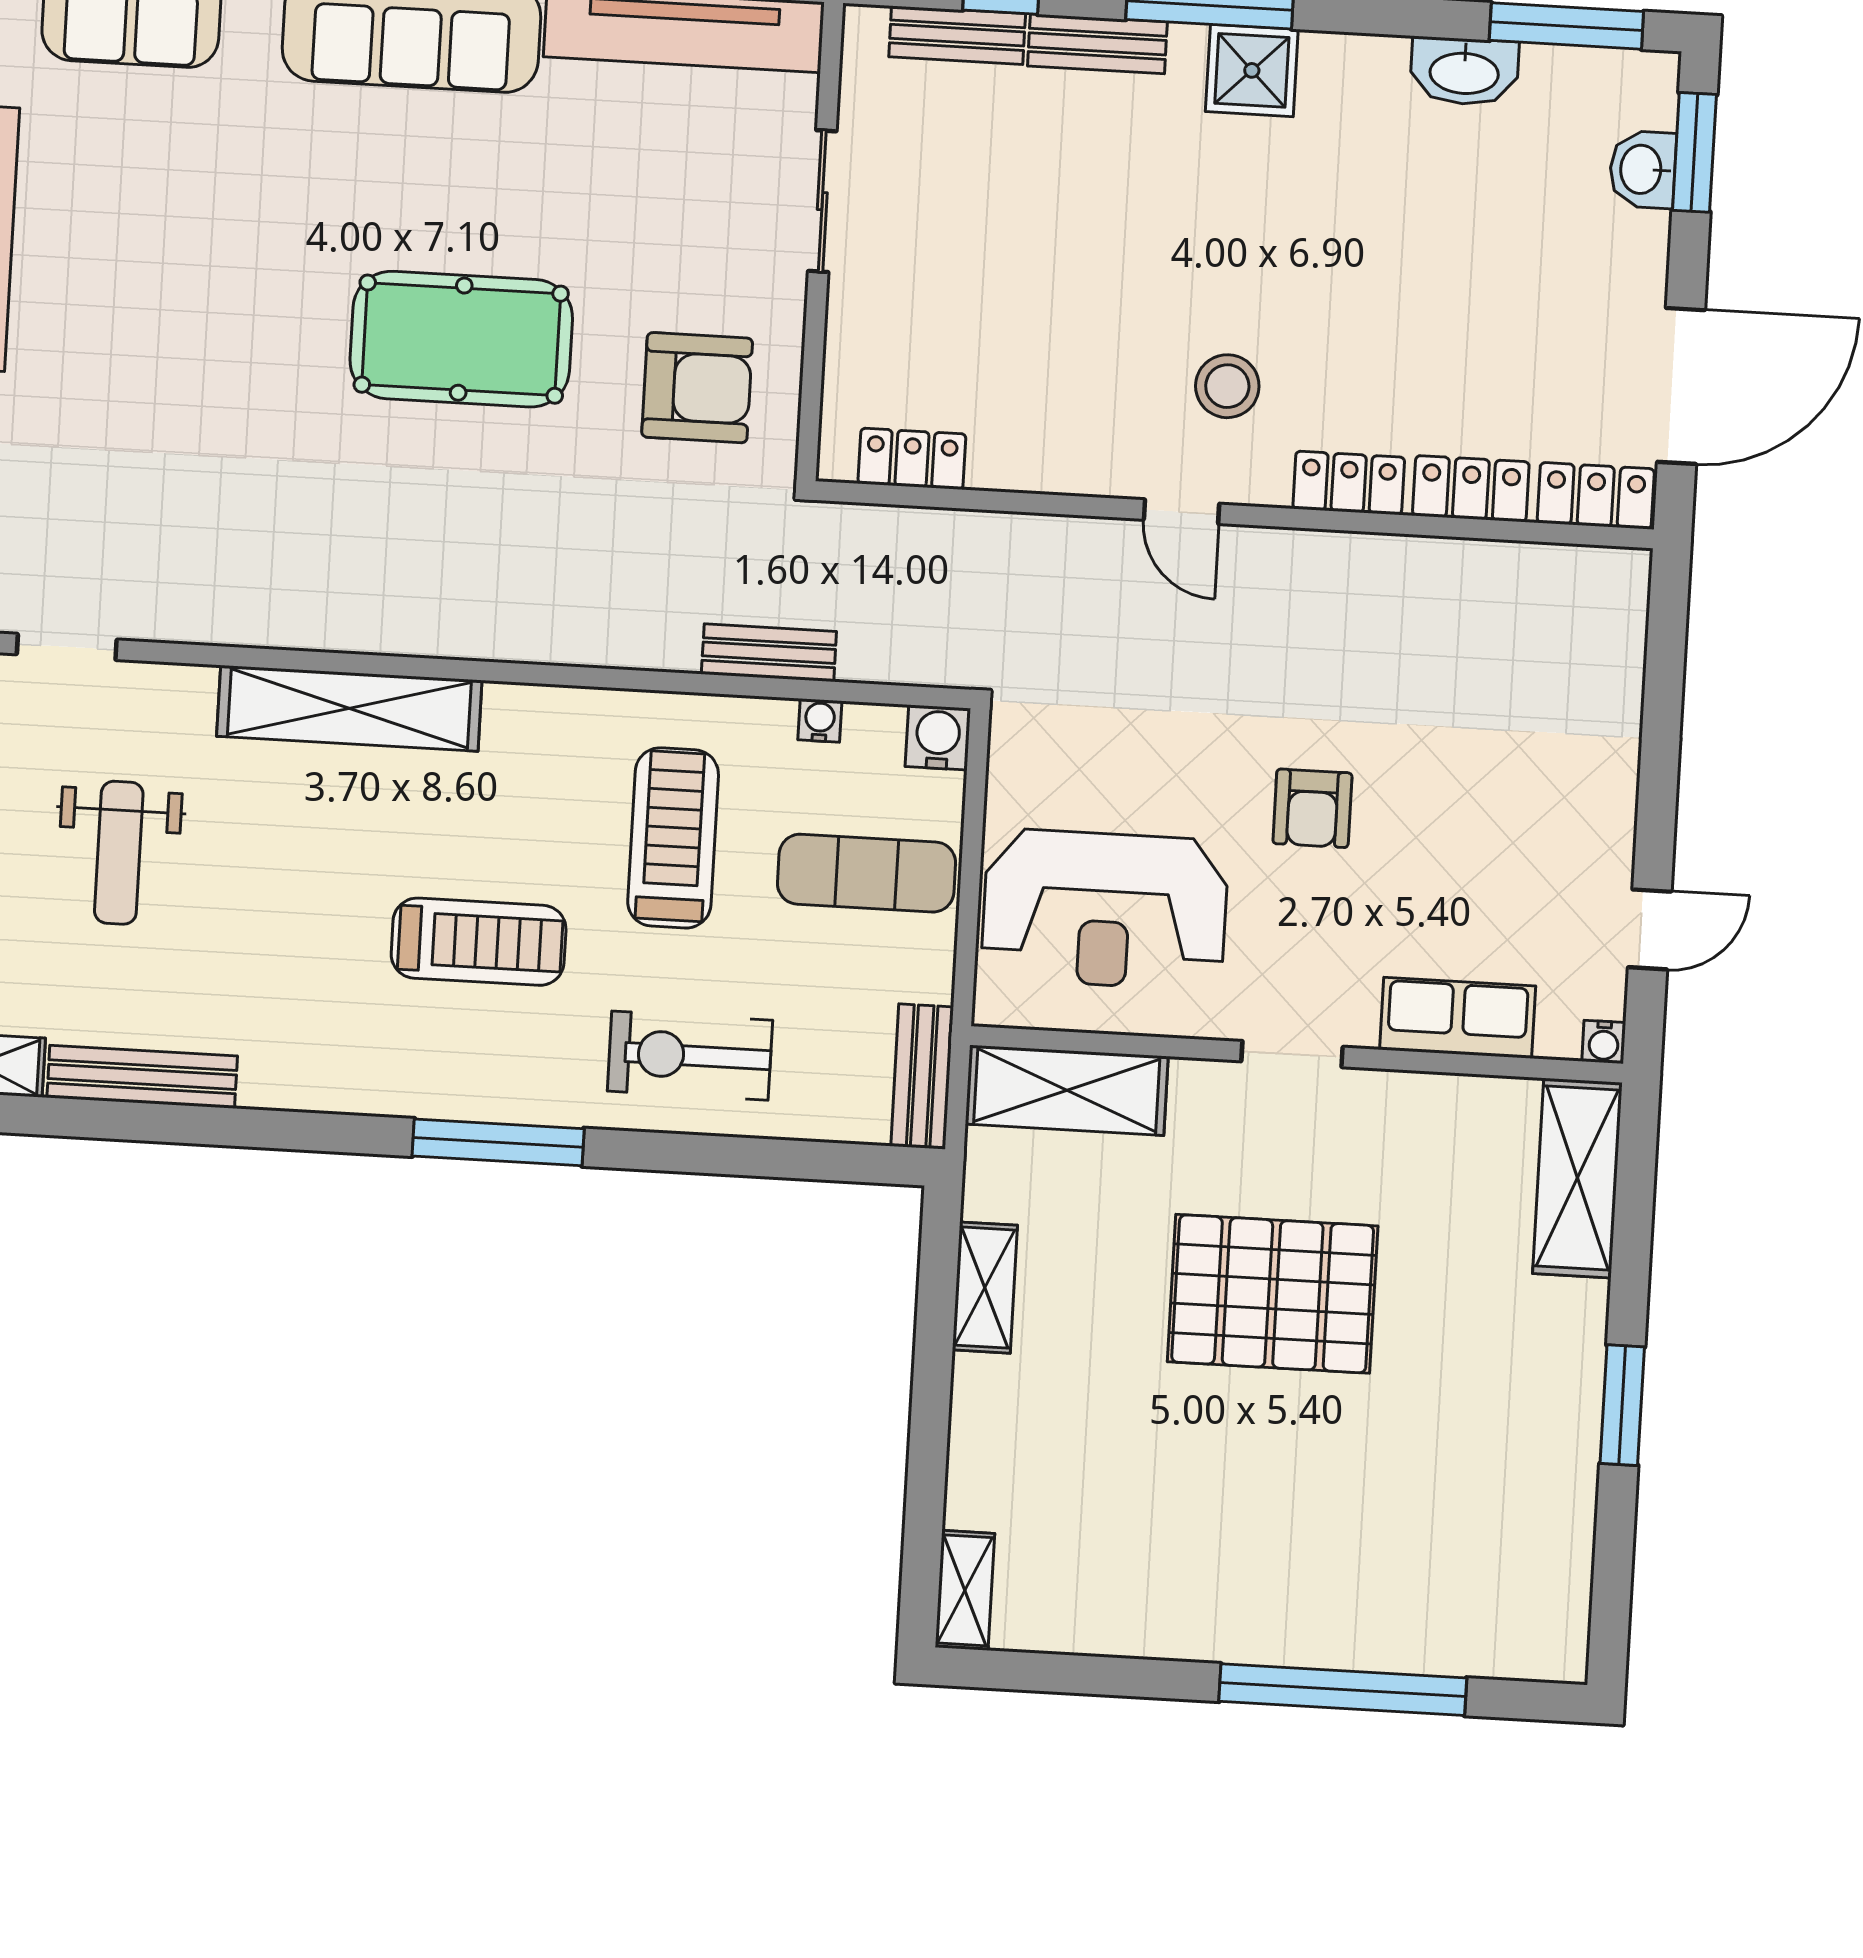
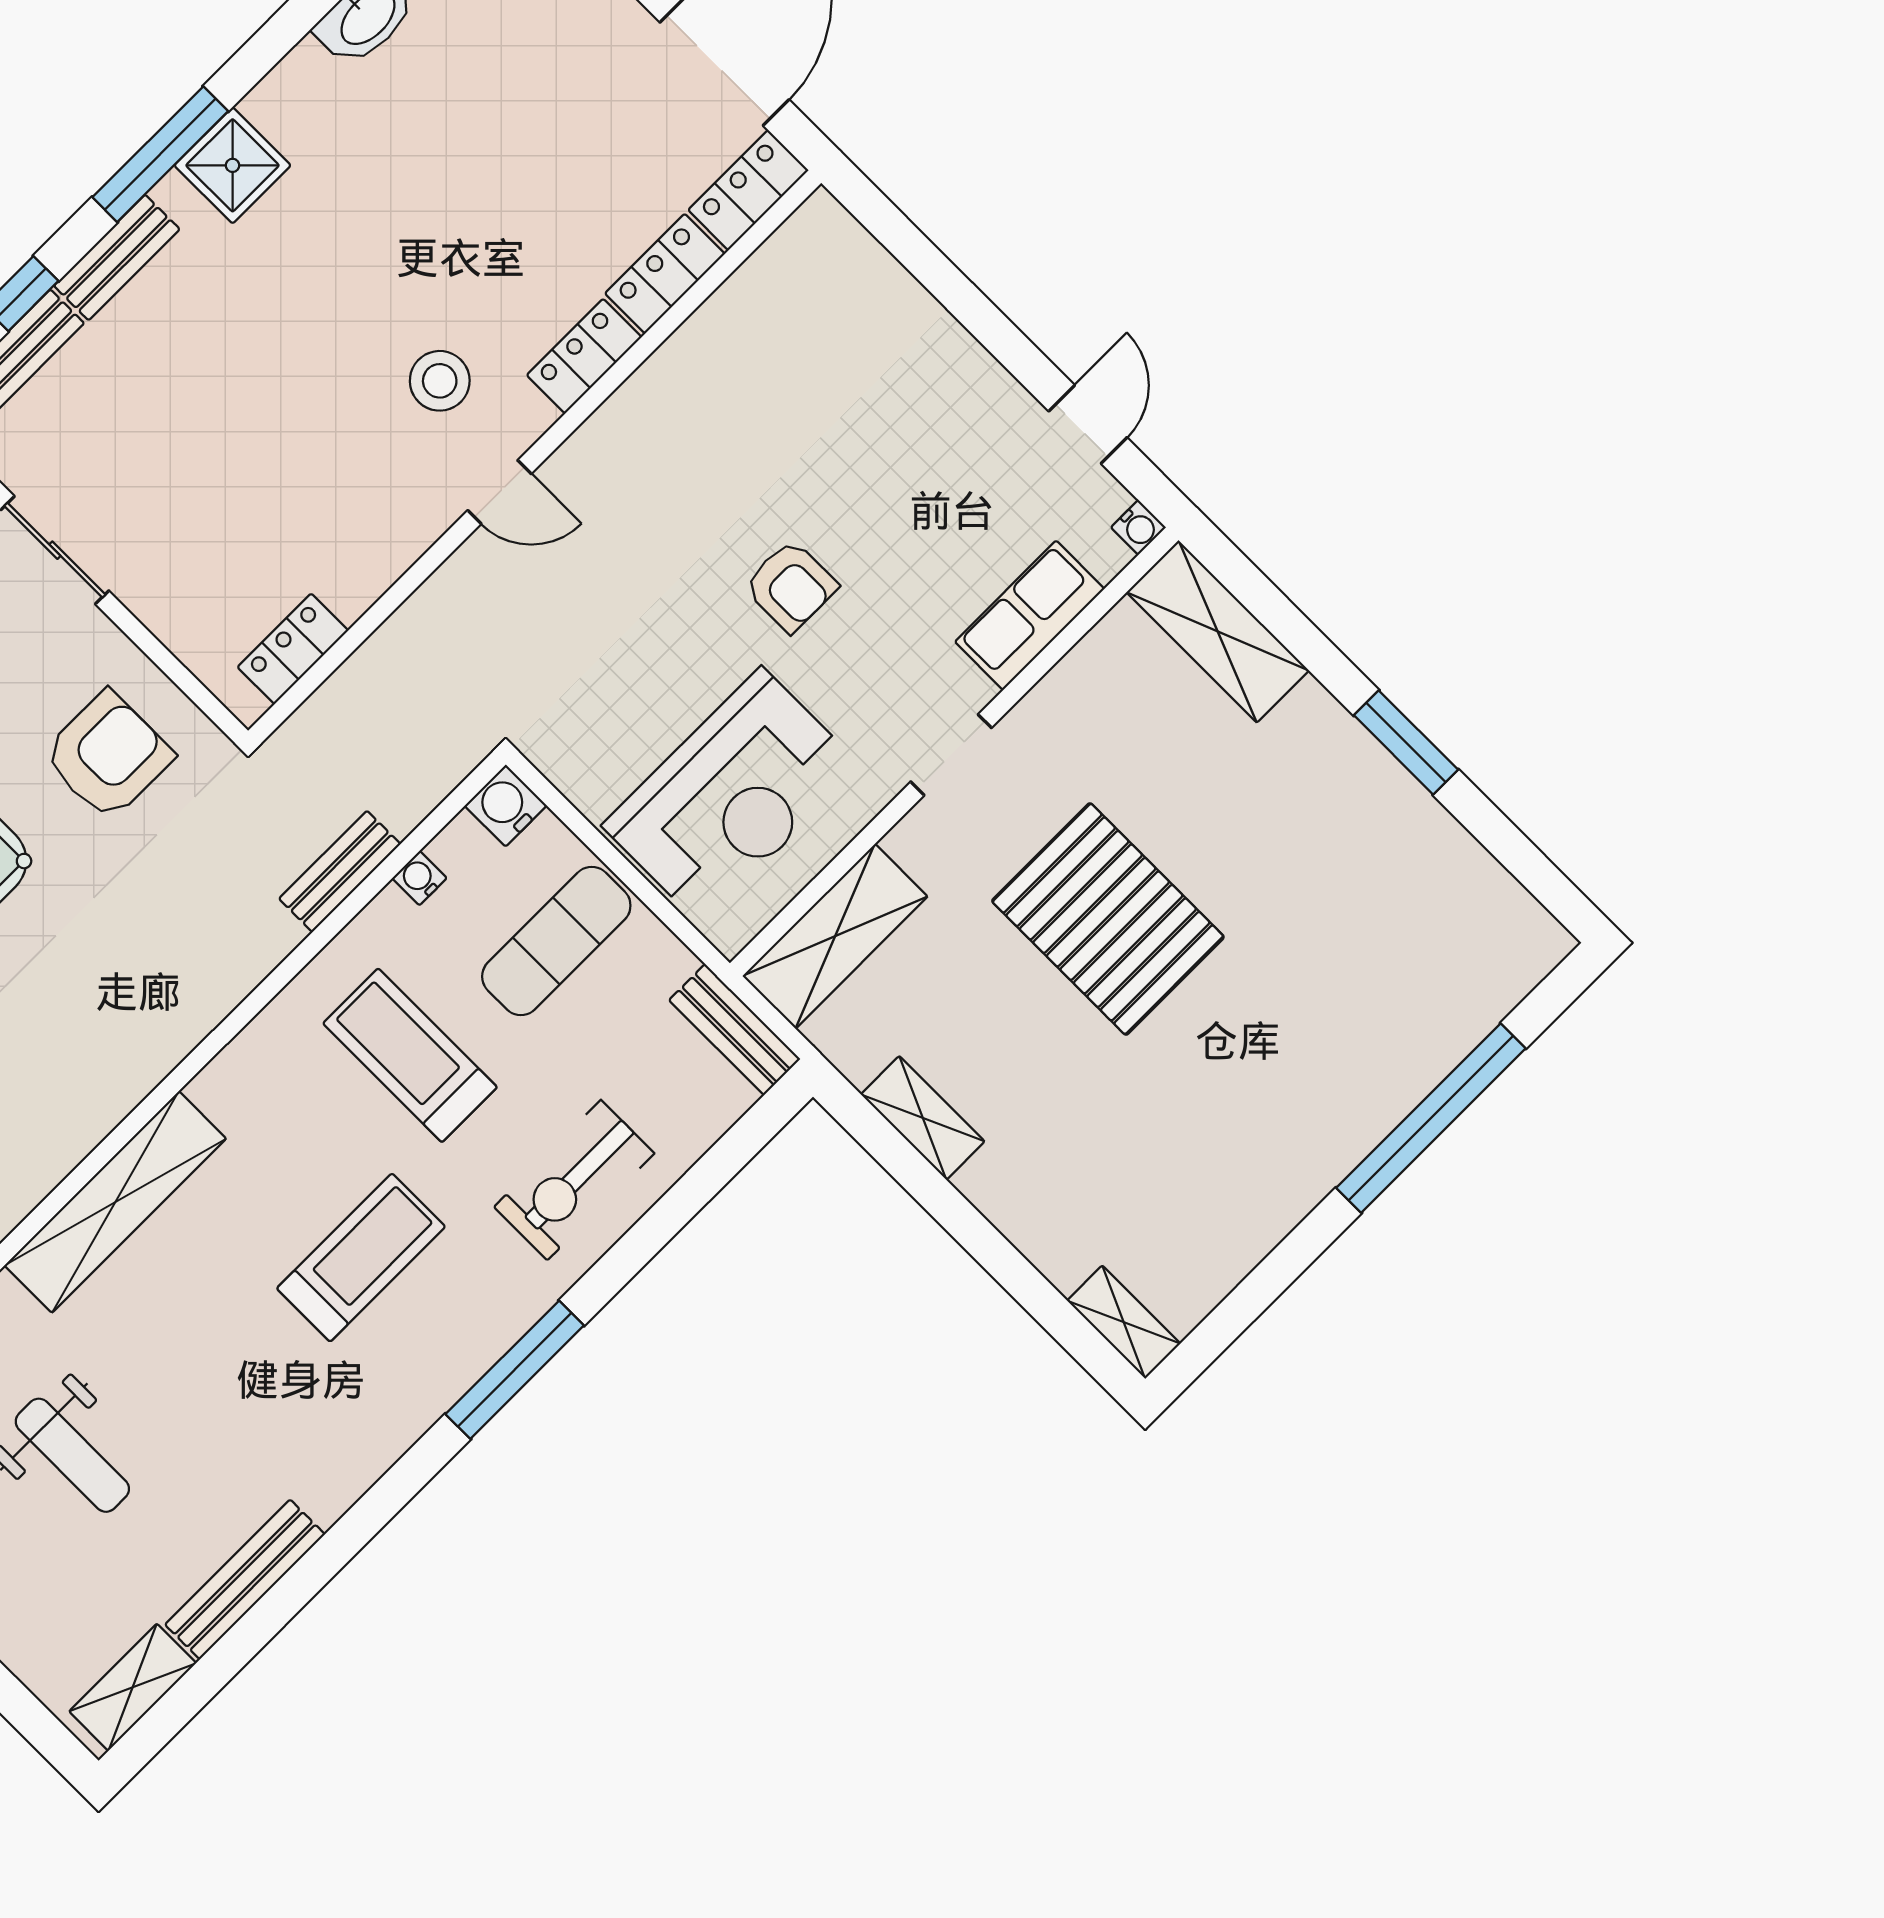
pallet: (1273, 1294) -> (1108, 919), turned 90

